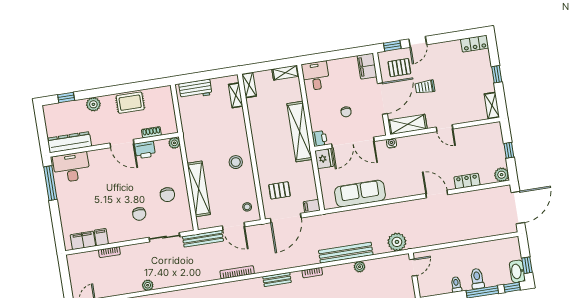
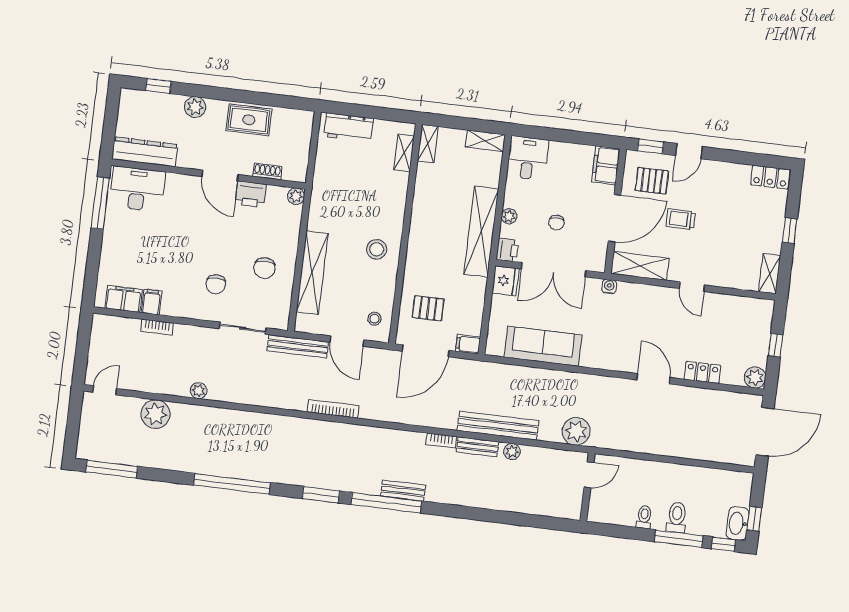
plant: (314, 117) -> (509, 216), added
bench: (277, 279) -> (478, 447), moved

